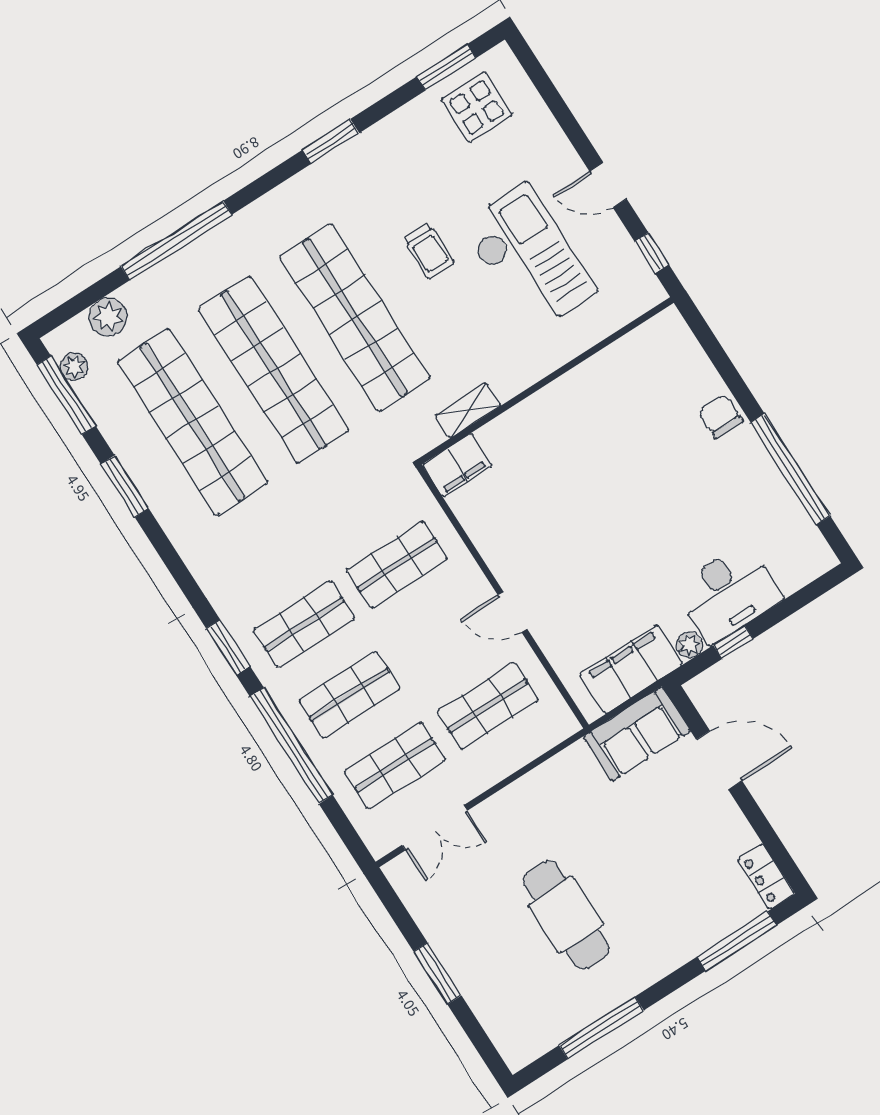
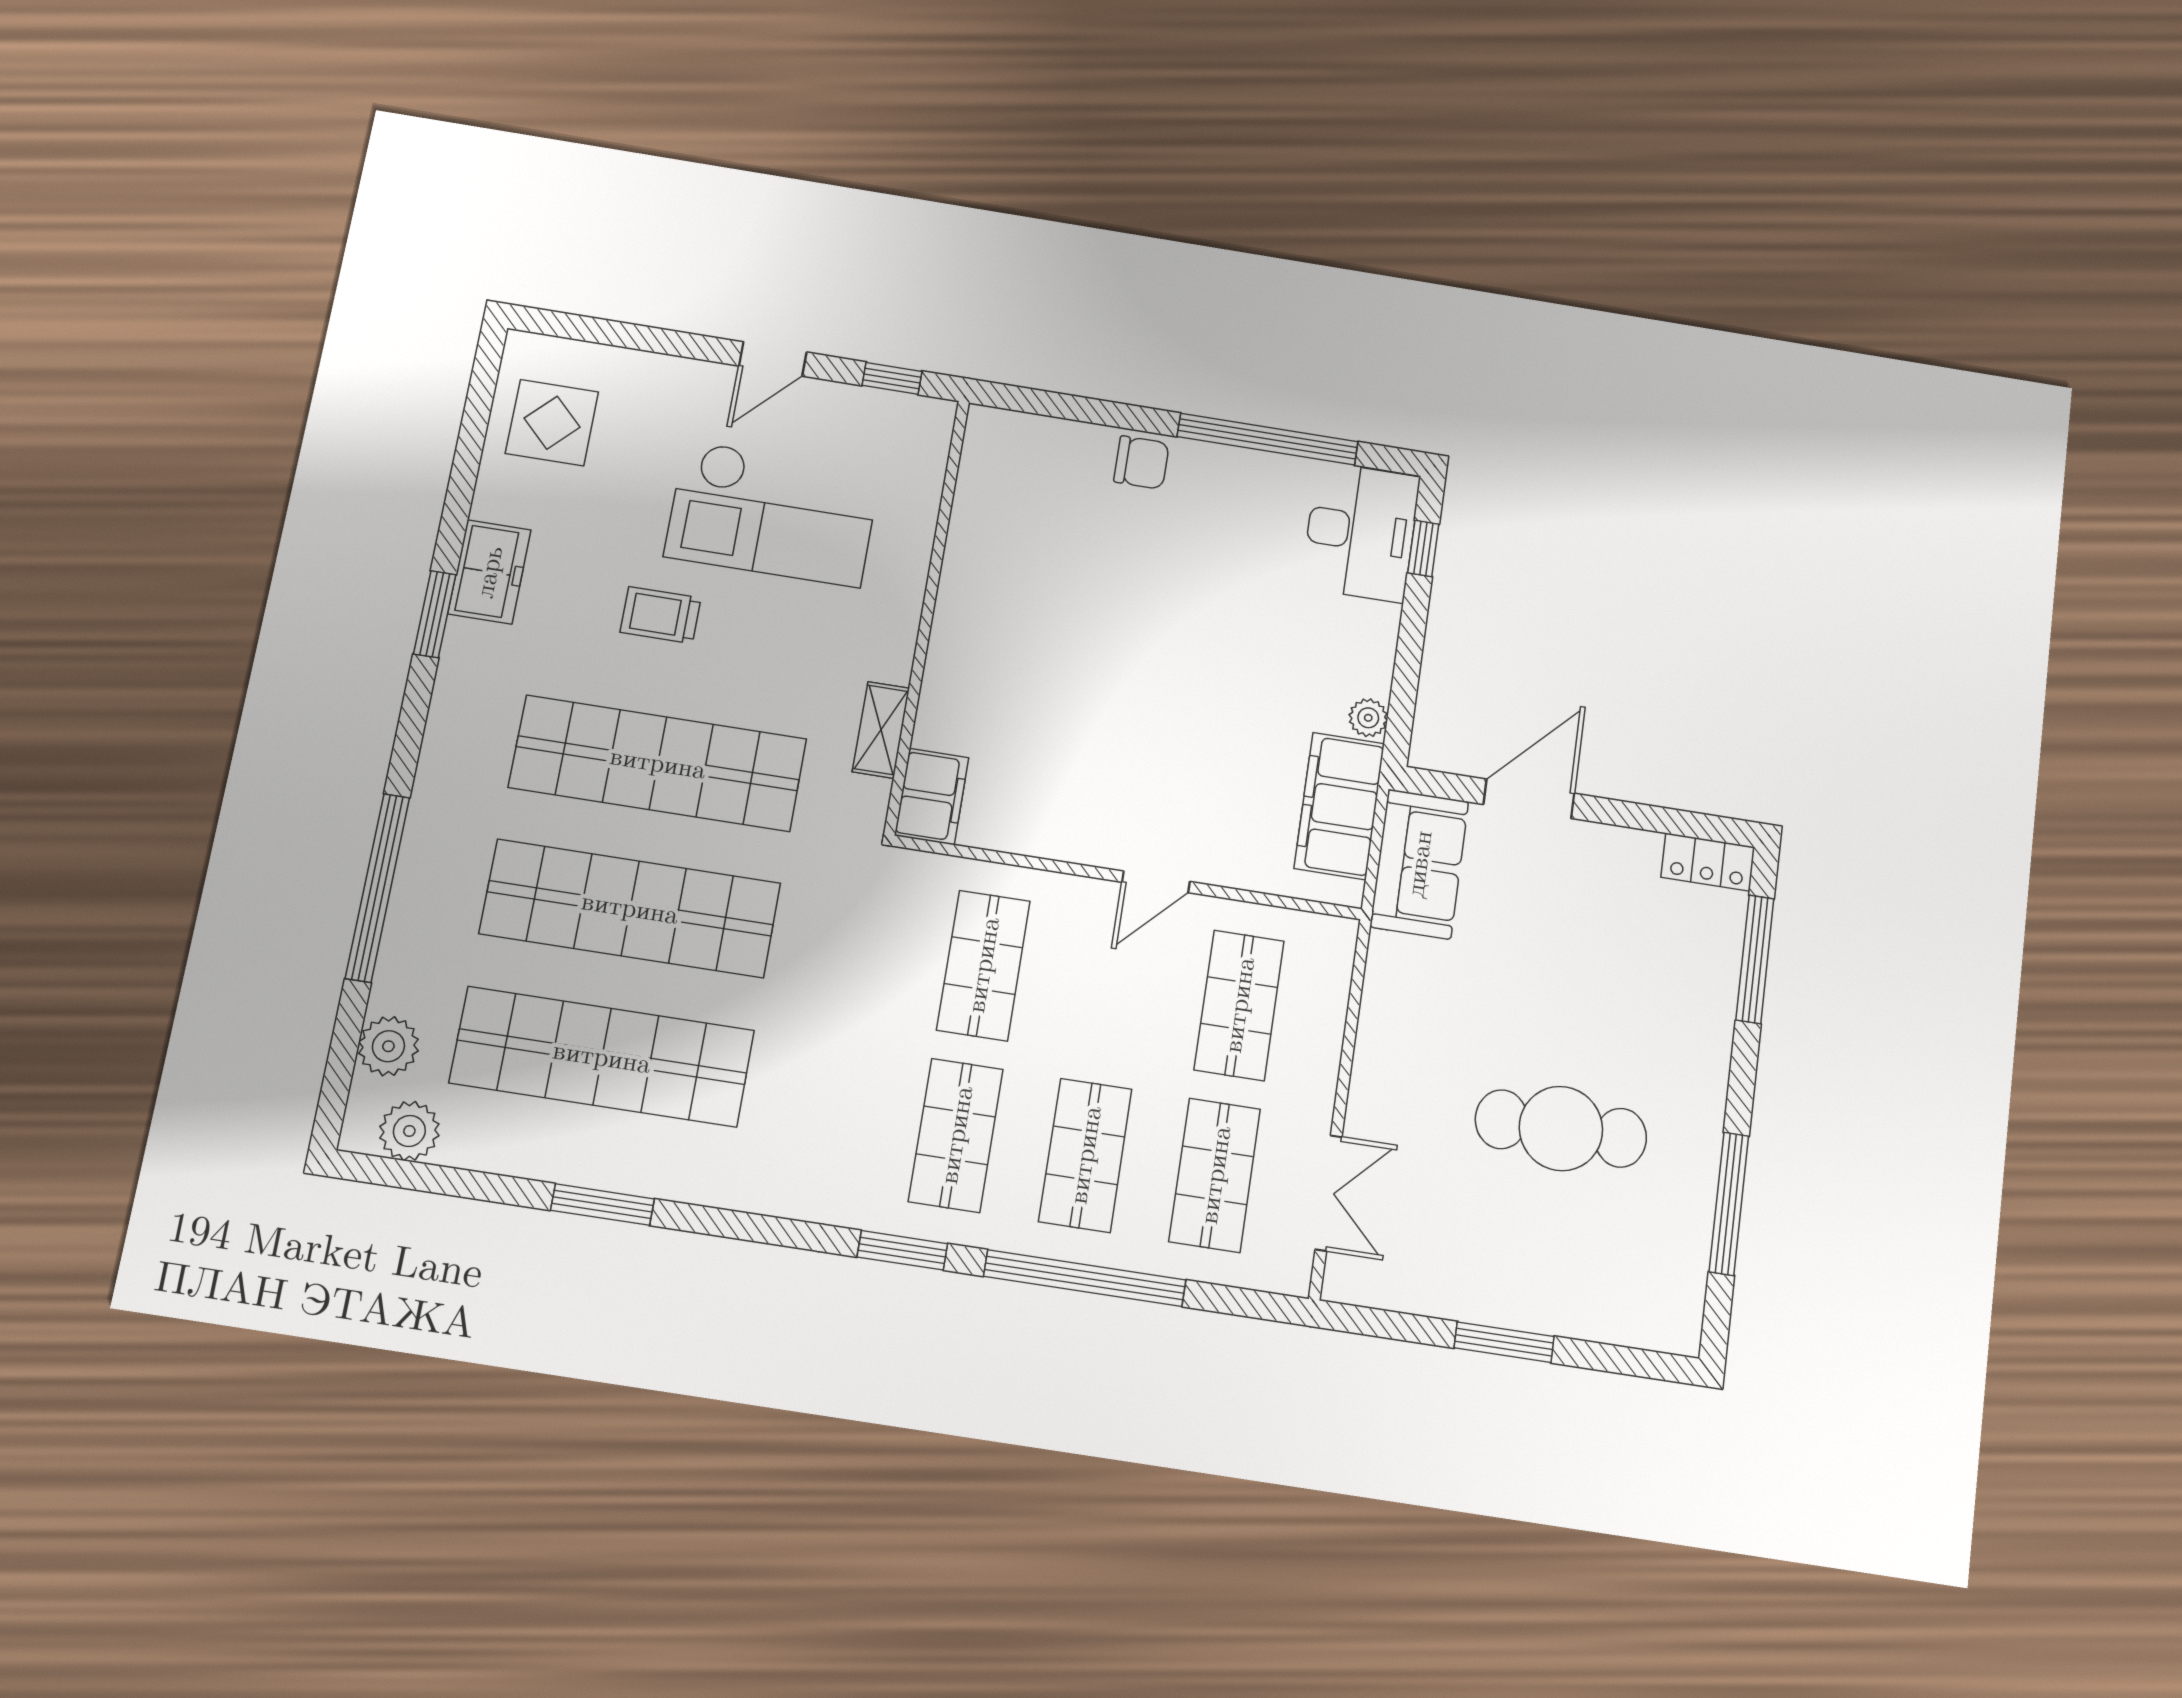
window: (446, 67) -> (476, 416), removed
freezer: (375, 148) -> (489, 572), added
trolley: (429, 251) -> (660, 615), turned 180
checkout: (529, 258) -> (773, 514), turned 180
plant: (74, 367) -> (409, 1131), width x1.38, depth x1.38
window: (66, 395) -> (432, 1179), removed
chair: (721, 417) -> (1141, 462), turned 180
desk: (728, 593) -> (1361, 532), moved
window: (733, 642) -> (1423, 548), moved

